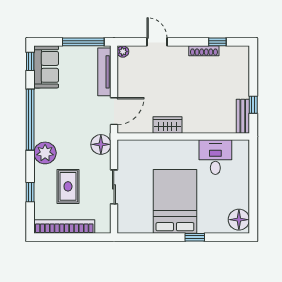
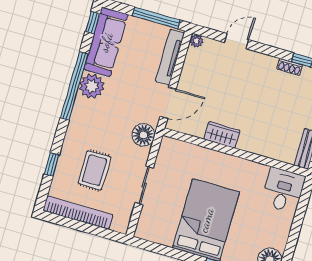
door: (157, 42) -> (237, 41), hinge flipped
shoe rack: (204, 51) -> (290, 67), width x0.70
sofa: (46, 67) -> (106, 42), width x1.36
plant: (45, 153) -> (92, 86), moved
desk: (215, 157) -> (283, 190), moved

